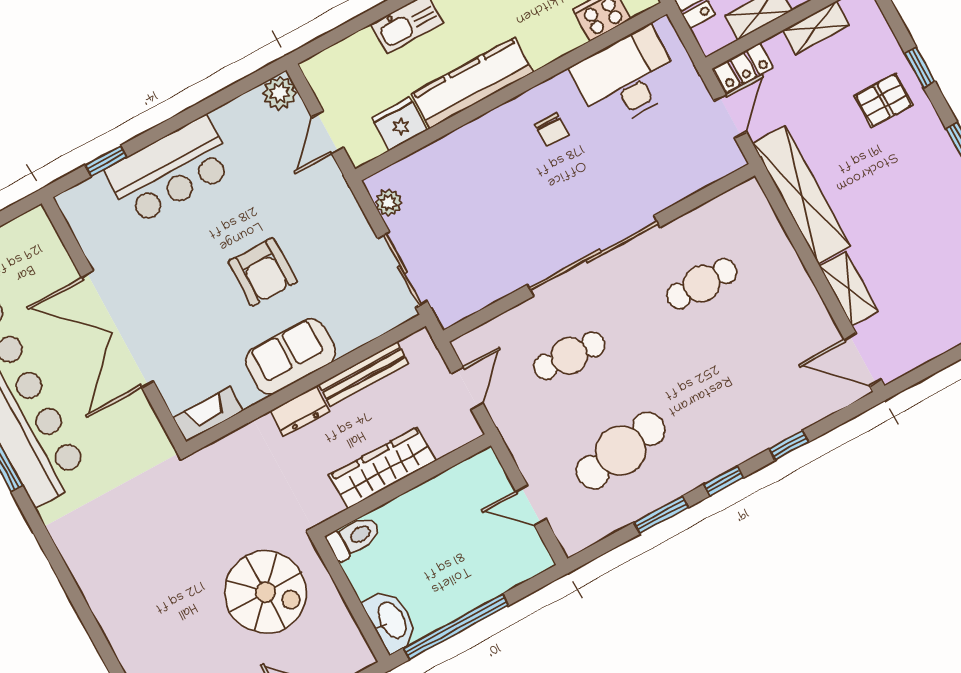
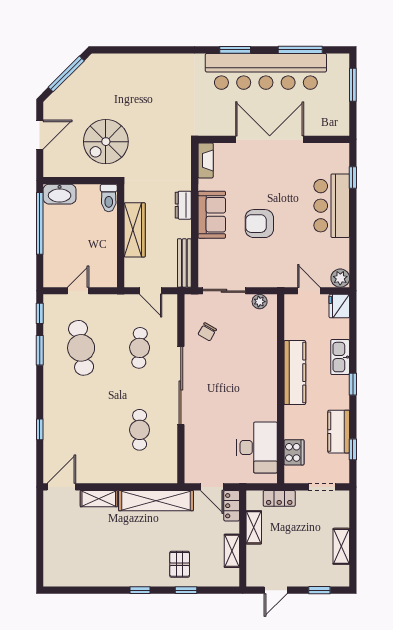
fridge: (399, 124) -> (339, 306), moved, turned 180
chair: (552, 130) -> (207, 332), moved, turned -60
bench: (364, 374) -> (184, 263), moved
window: (723, 481) -> (40, 313), moved

